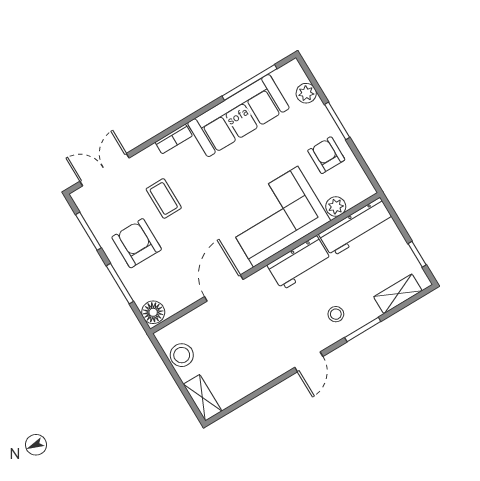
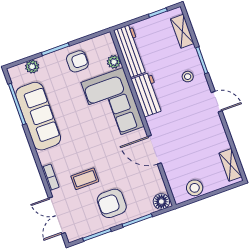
bookcase: (174, 139) -> (50, 177), moved
armchair: (326, 155) -> (77, 61), turned 180
shelving: (203, 398) -> (230, 165), moved, turned 90

